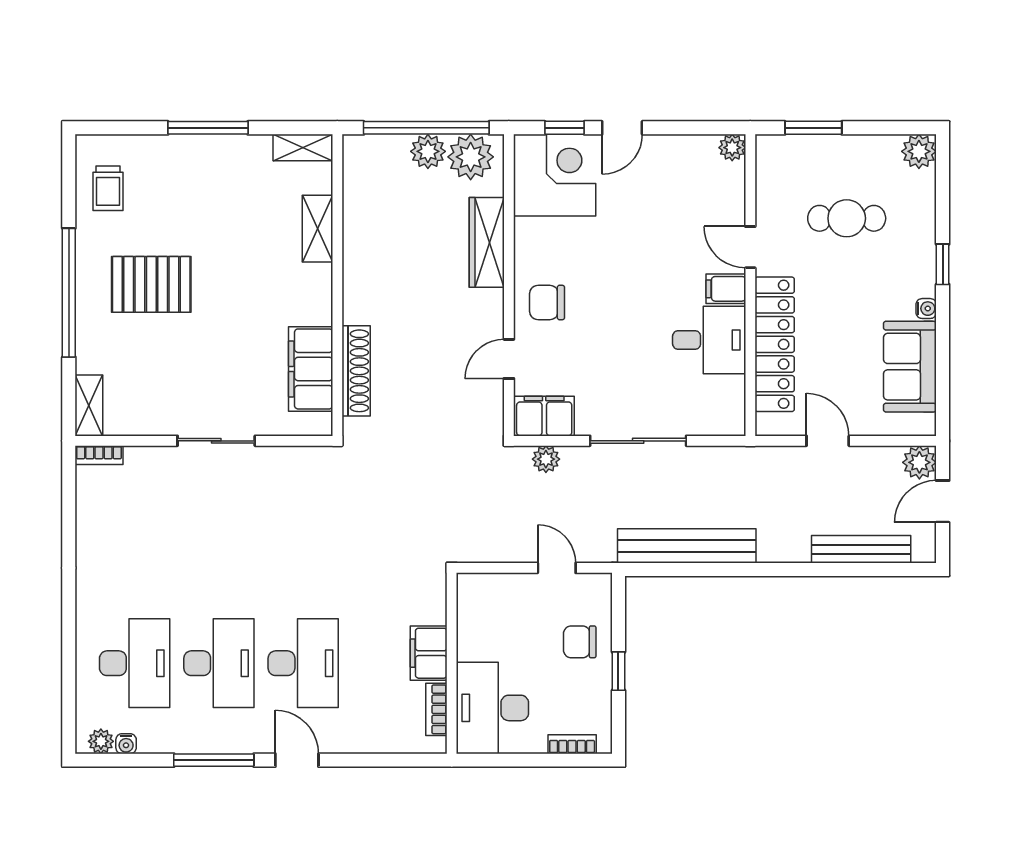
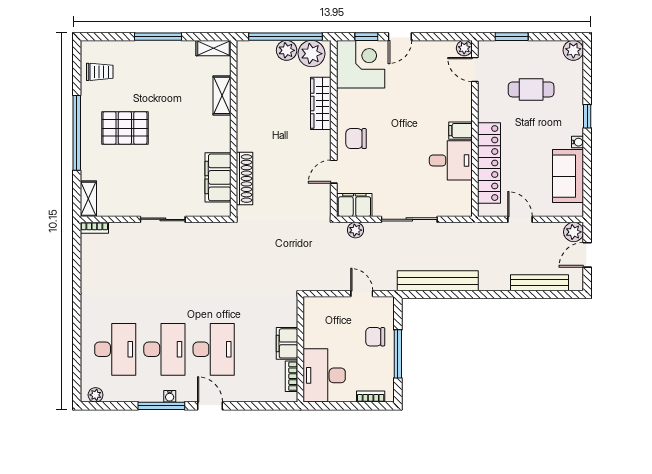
trolley: (108, 188) -> (100, 72), turned -90
door: (750, 247) -> (475, 69), moved
window: (618, 671) -> (398, 354), width x2.17
water cooler: (126, 744) -> (170, 396), moved

